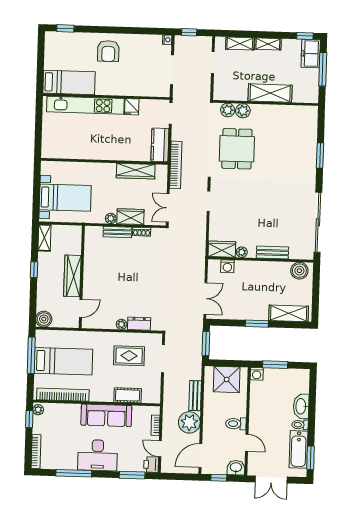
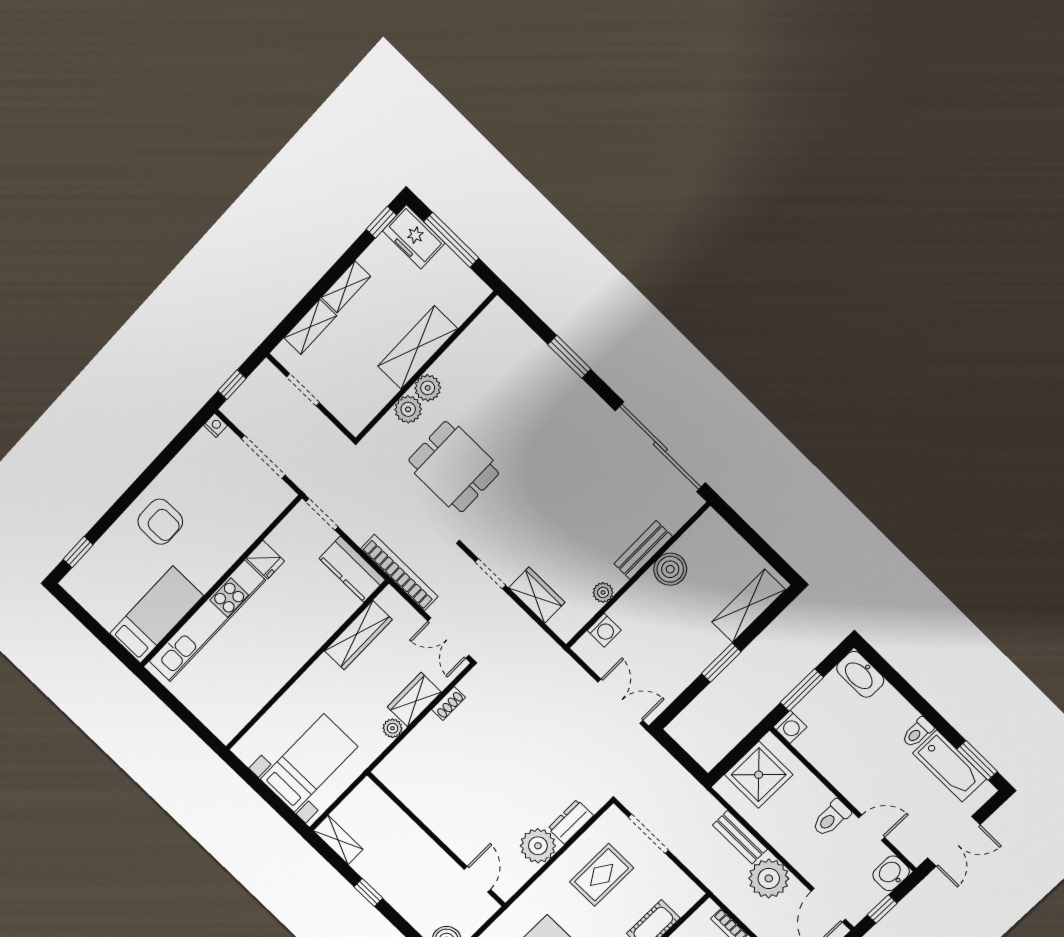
plant: (228, 110) -> (428, 388), moved
bench: (117, 232) -> (419, 736), removed
wardrobe: (222, 249) -> (537, 595), moved, turned 90
boiler: (299, 271) -> (670, 569), moved
wardrobe: (72, 276) -> (423, 850), removed
plant: (121, 324) -> (538, 846), width x1.88, depth x1.88
window: (206, 344) -> (683, 757), removed
washbasin: (301, 406) -> (860, 674), moved

